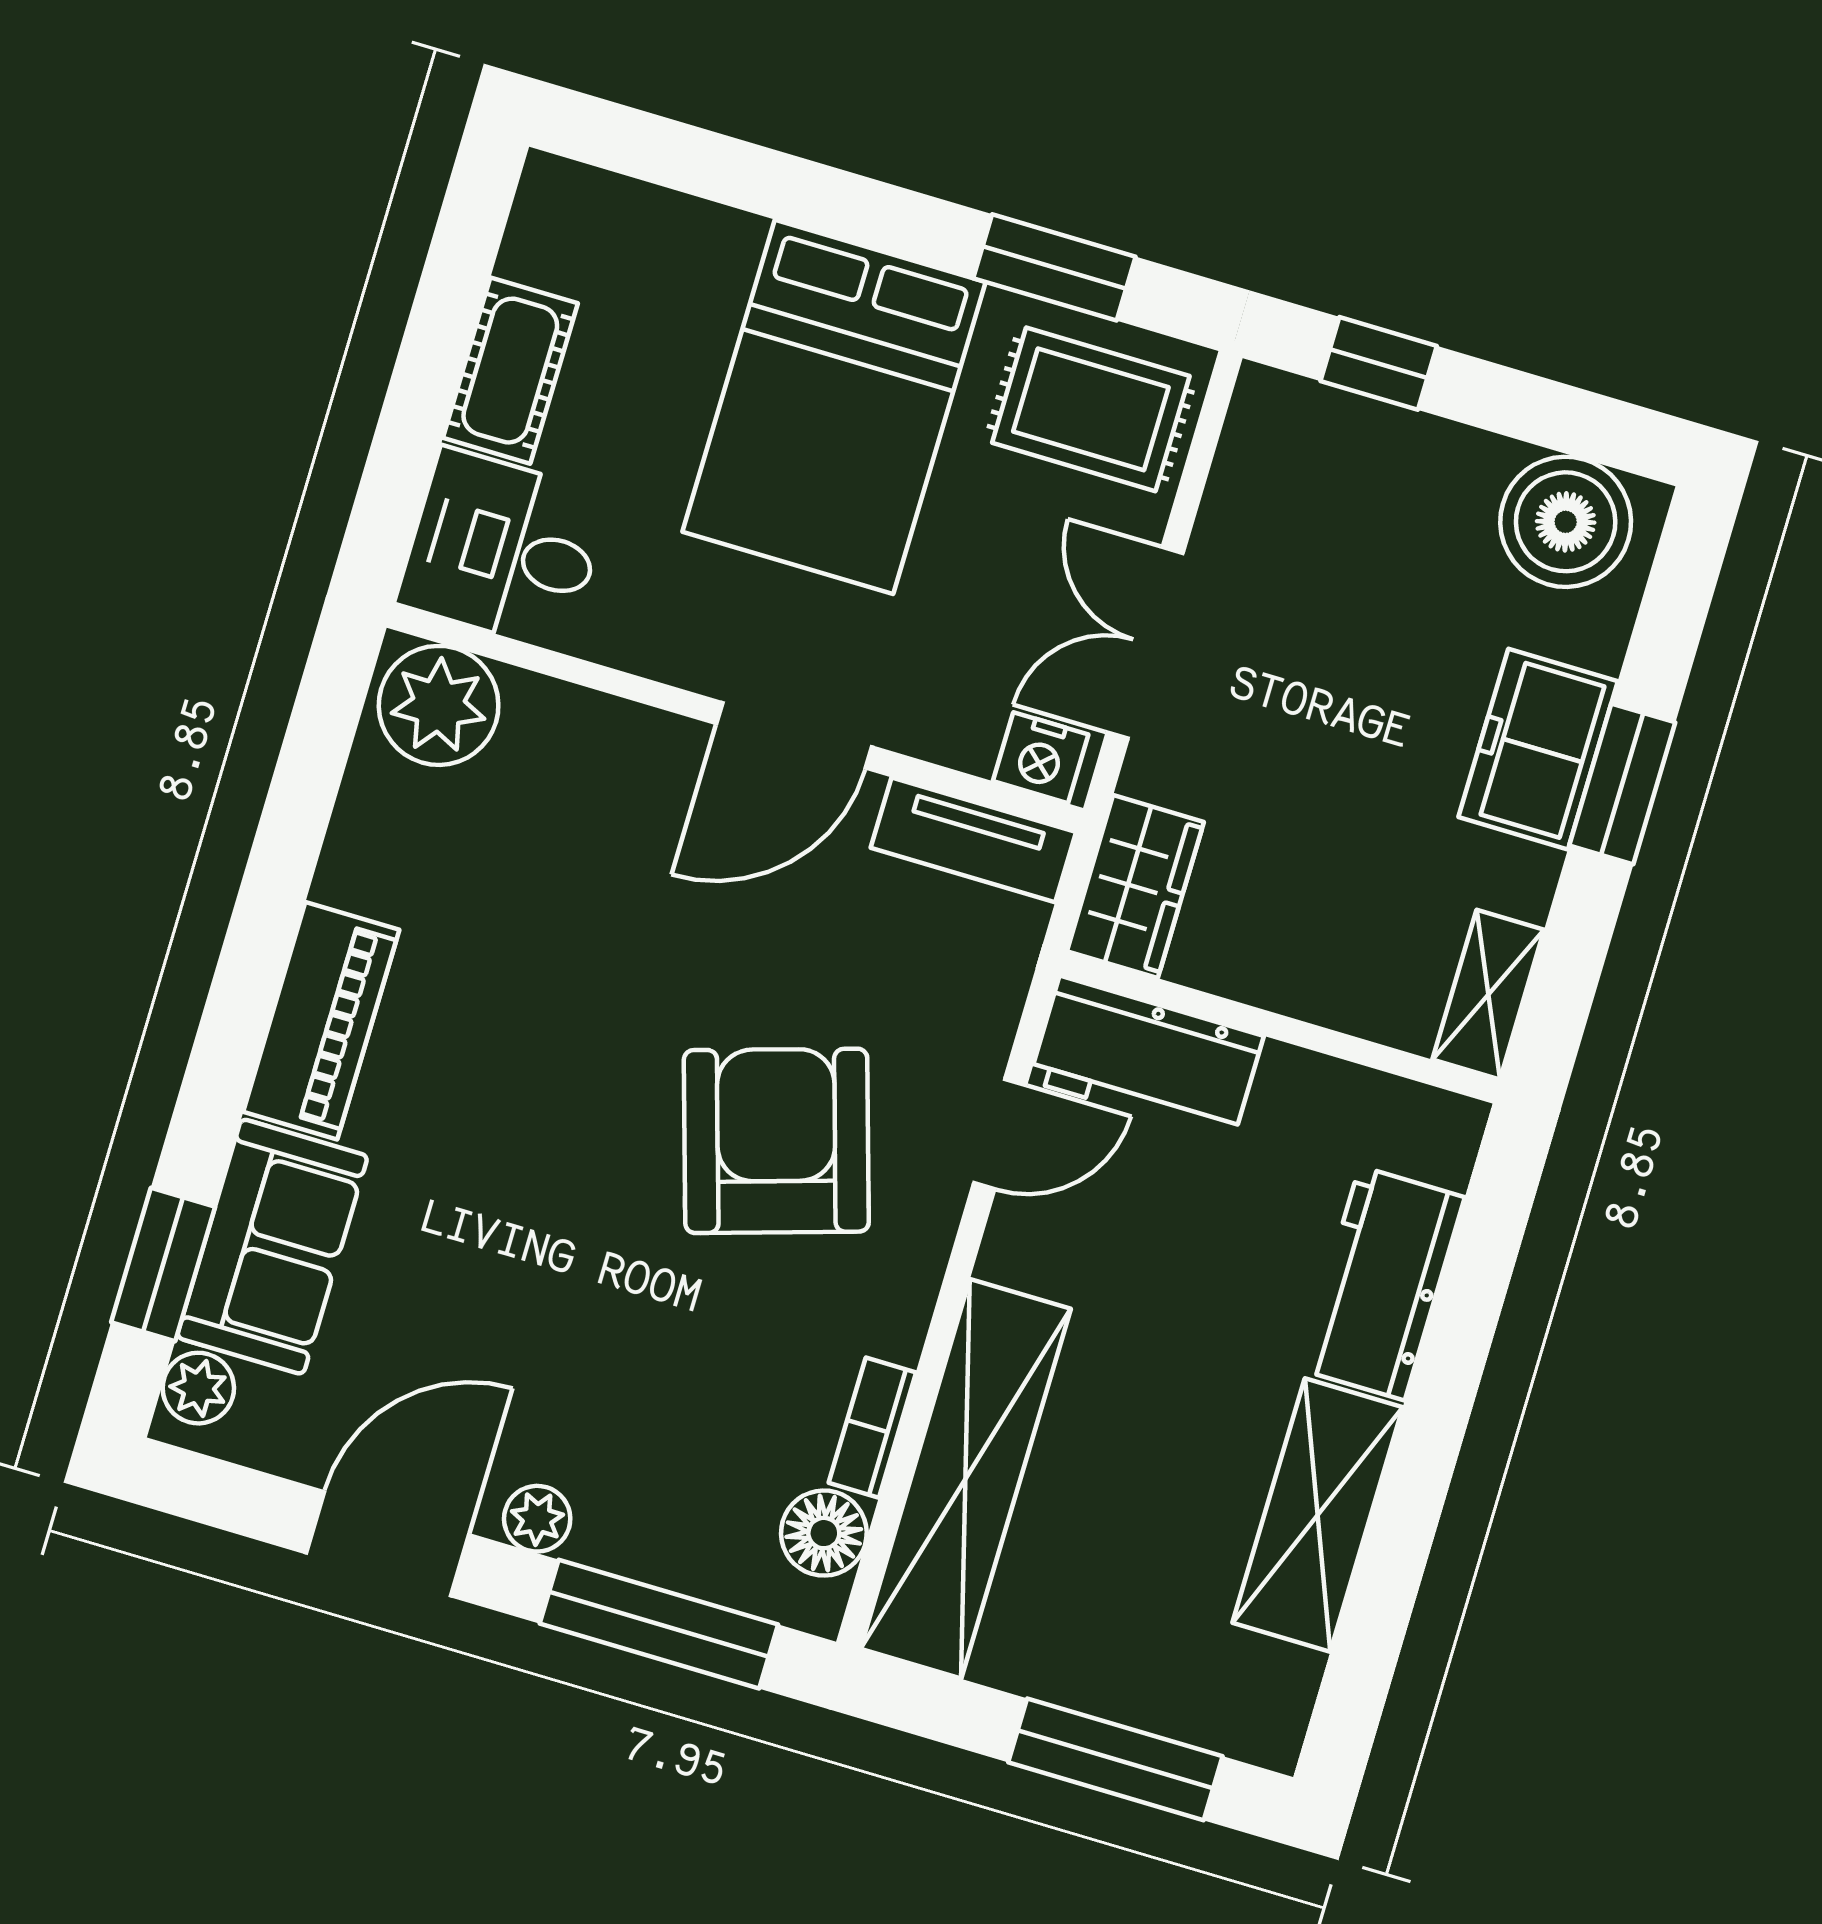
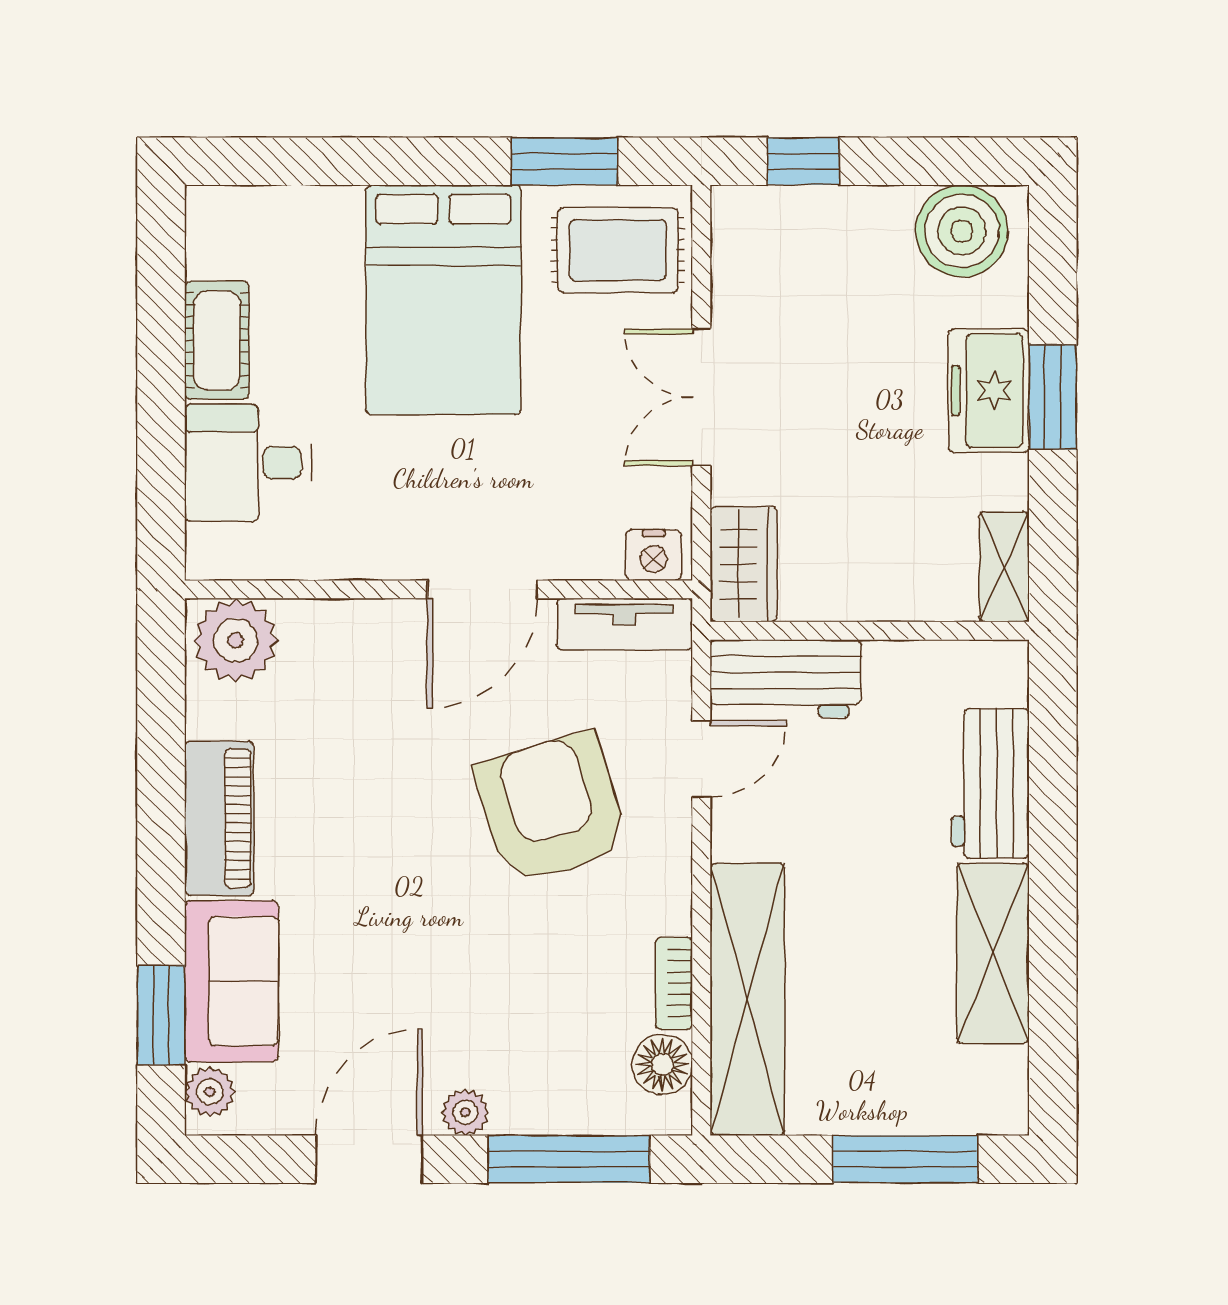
plant: (439, 705) -> (236, 640), moved
wall: (735, 718) -> (439, 589), moved
door: (794, 735) -> (482, 589), moved
nightstand: (1041, 758) -> (654, 555), moved
tv unit: (973, 840) -> (625, 624), moved

